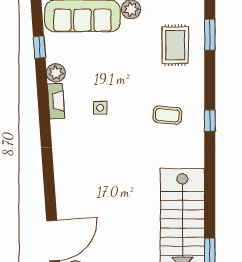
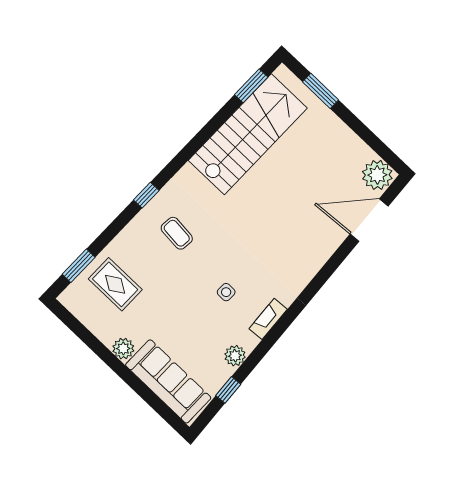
rug: (175, 45) -> (115, 284), turned 90
fireplace: (56, 101) -> (268, 319), moved

